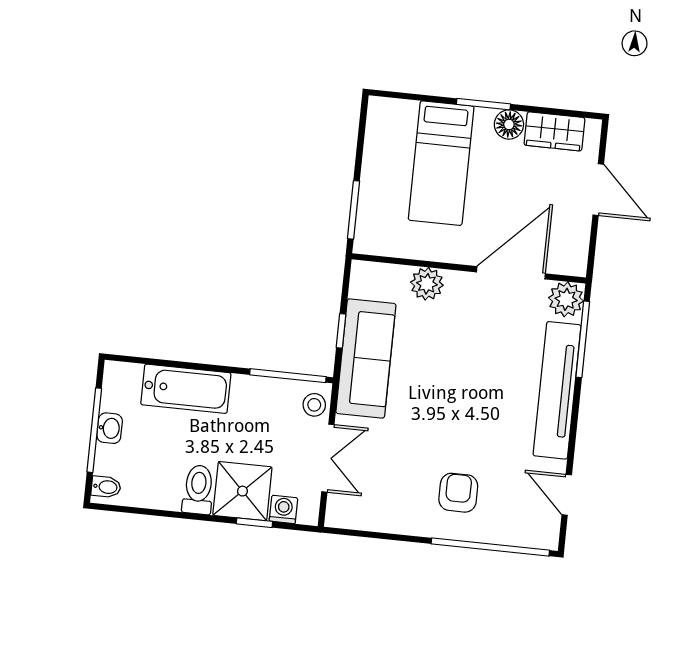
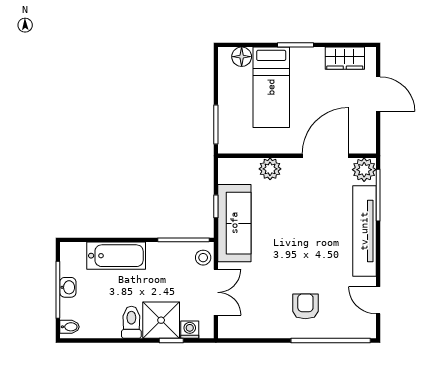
floor lamp: (509, 124) -> (242, 57), moved

